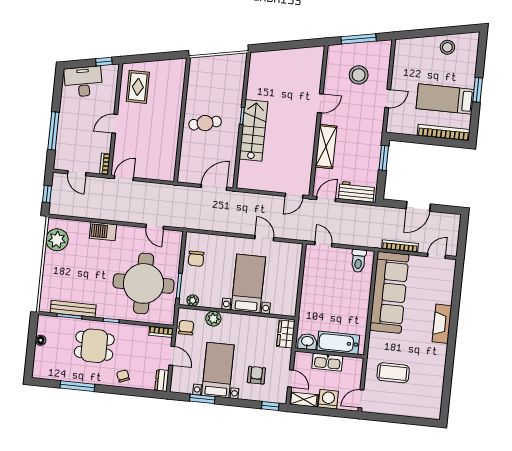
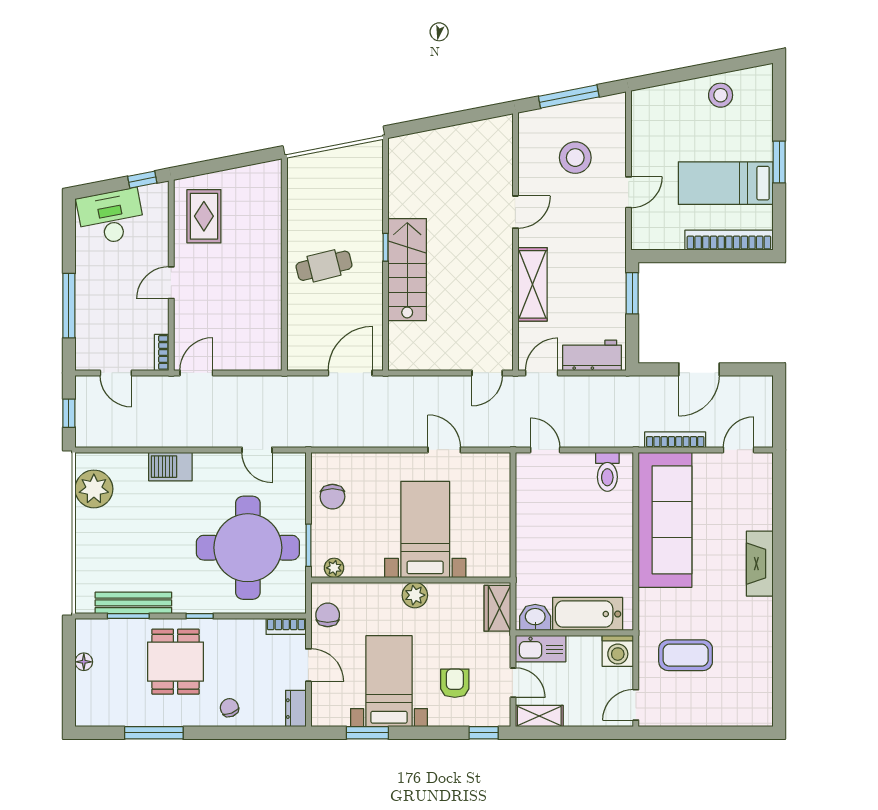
plant: (213, 319) -> (415, 595), moved
dining table: (94, 346) -> (175, 662), turned 90
kitchen sink: (327, 362) -> (541, 649), moved
washing machine: (328, 399) -> (618, 651), moved, turned 180

